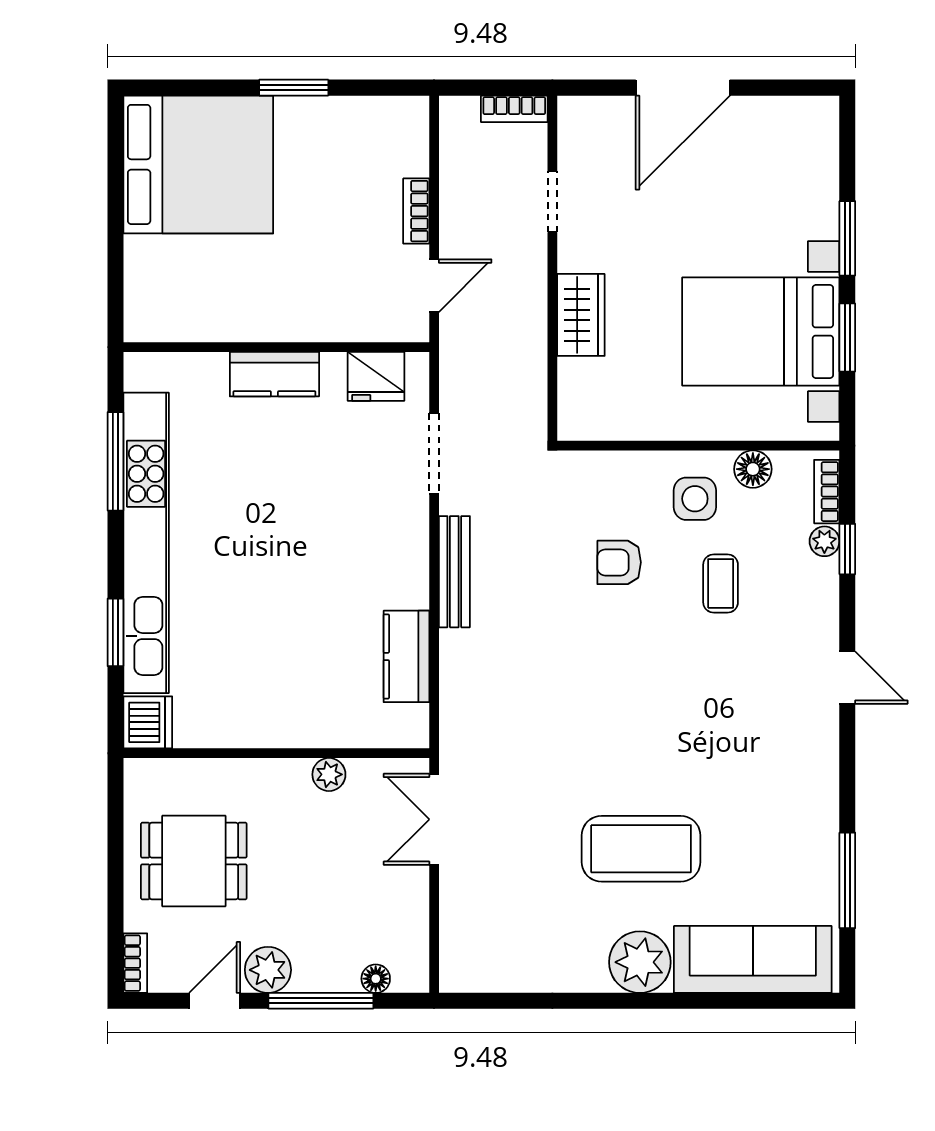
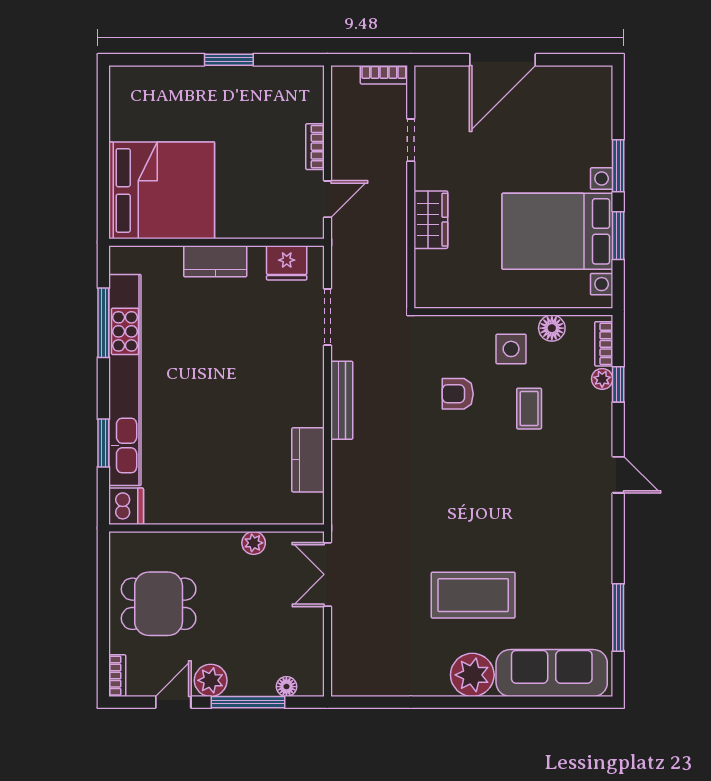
bed: (198, 164) -> (162, 190), moved

